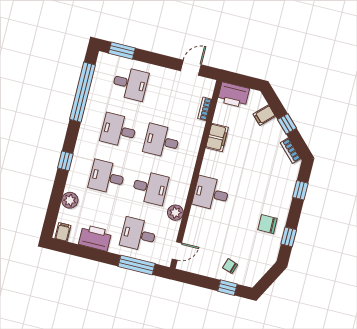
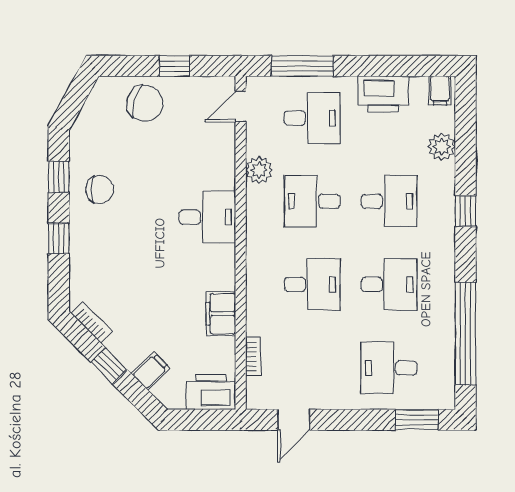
window: (300, 190) -> (59, 238), moved
chair: (230, 266) -> (145, 103), width x1.87, depth x1.87
window: (227, 288) -> (174, 66), moved

